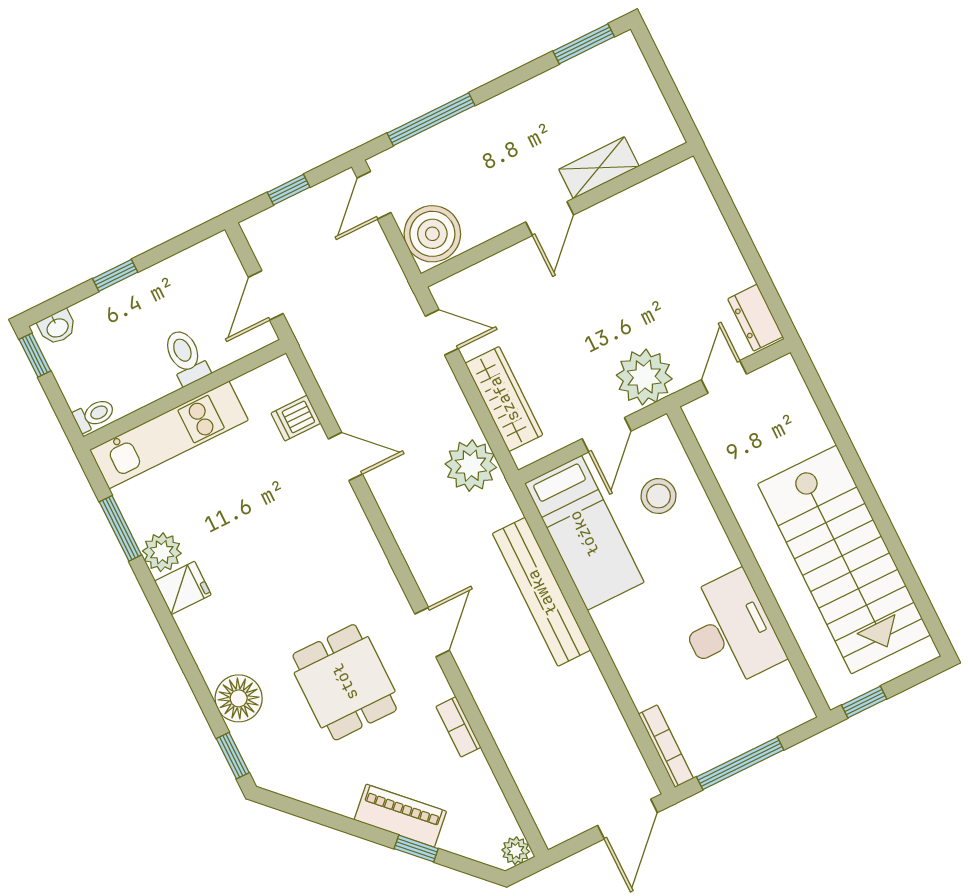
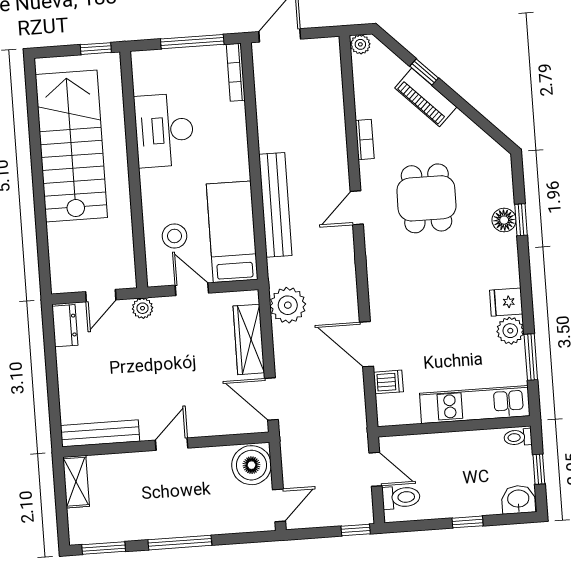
window: (431, 119) -> (180, 543), moved
shelving: (599, 168) -> (76, 482), moved, turned 90
window: (289, 190) -> (356, 530), moved
bench: (650, 194) -> (100, 433), added
door: (266, 295) -> (375, 469), hinge flipped
washbasin: (57, 327) -> (518, 499), width x1.38, depth x1.45
door: (442, 332) -> (271, 399), width x1.38
window: (35, 355) -> (539, 469), moved
toilet: (186, 357) -> (401, 497), moved, turned -90
plant: (644, 377) -> (143, 308), width x0.53, depth x0.53
door: (607, 435) -> (192, 289), hinge flipped
door: (345, 456) -> (367, 344), width x1.38
floor lamp: (239, 698) -> (504, 220), width x0.73, depth x0.73
window: (233, 756) -> (521, 220), moved

